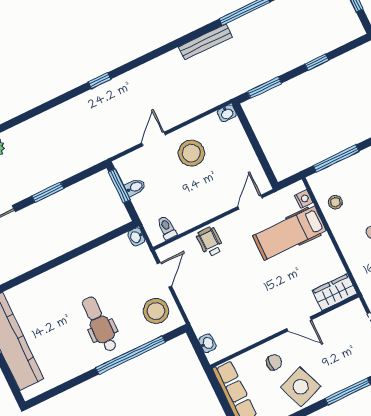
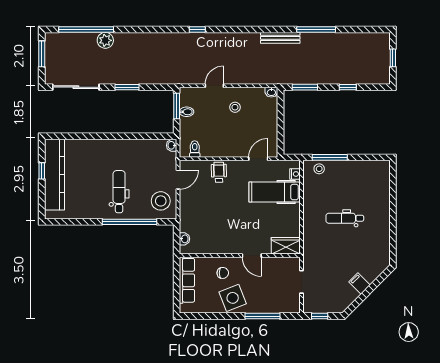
stool: (191, 153) -> (235, 107), width x0.53, depth x0.53
stool: (335, 202) -> (319, 169), moved

